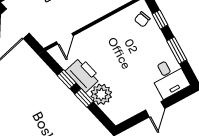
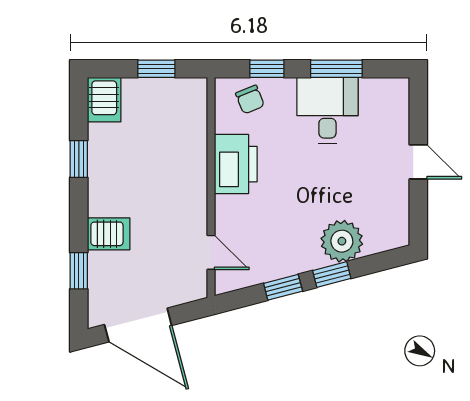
printer: (83, 75) -> (236, 164), moved, turned 105
desk: (169, 78) -> (327, 110), moved, turned -90

